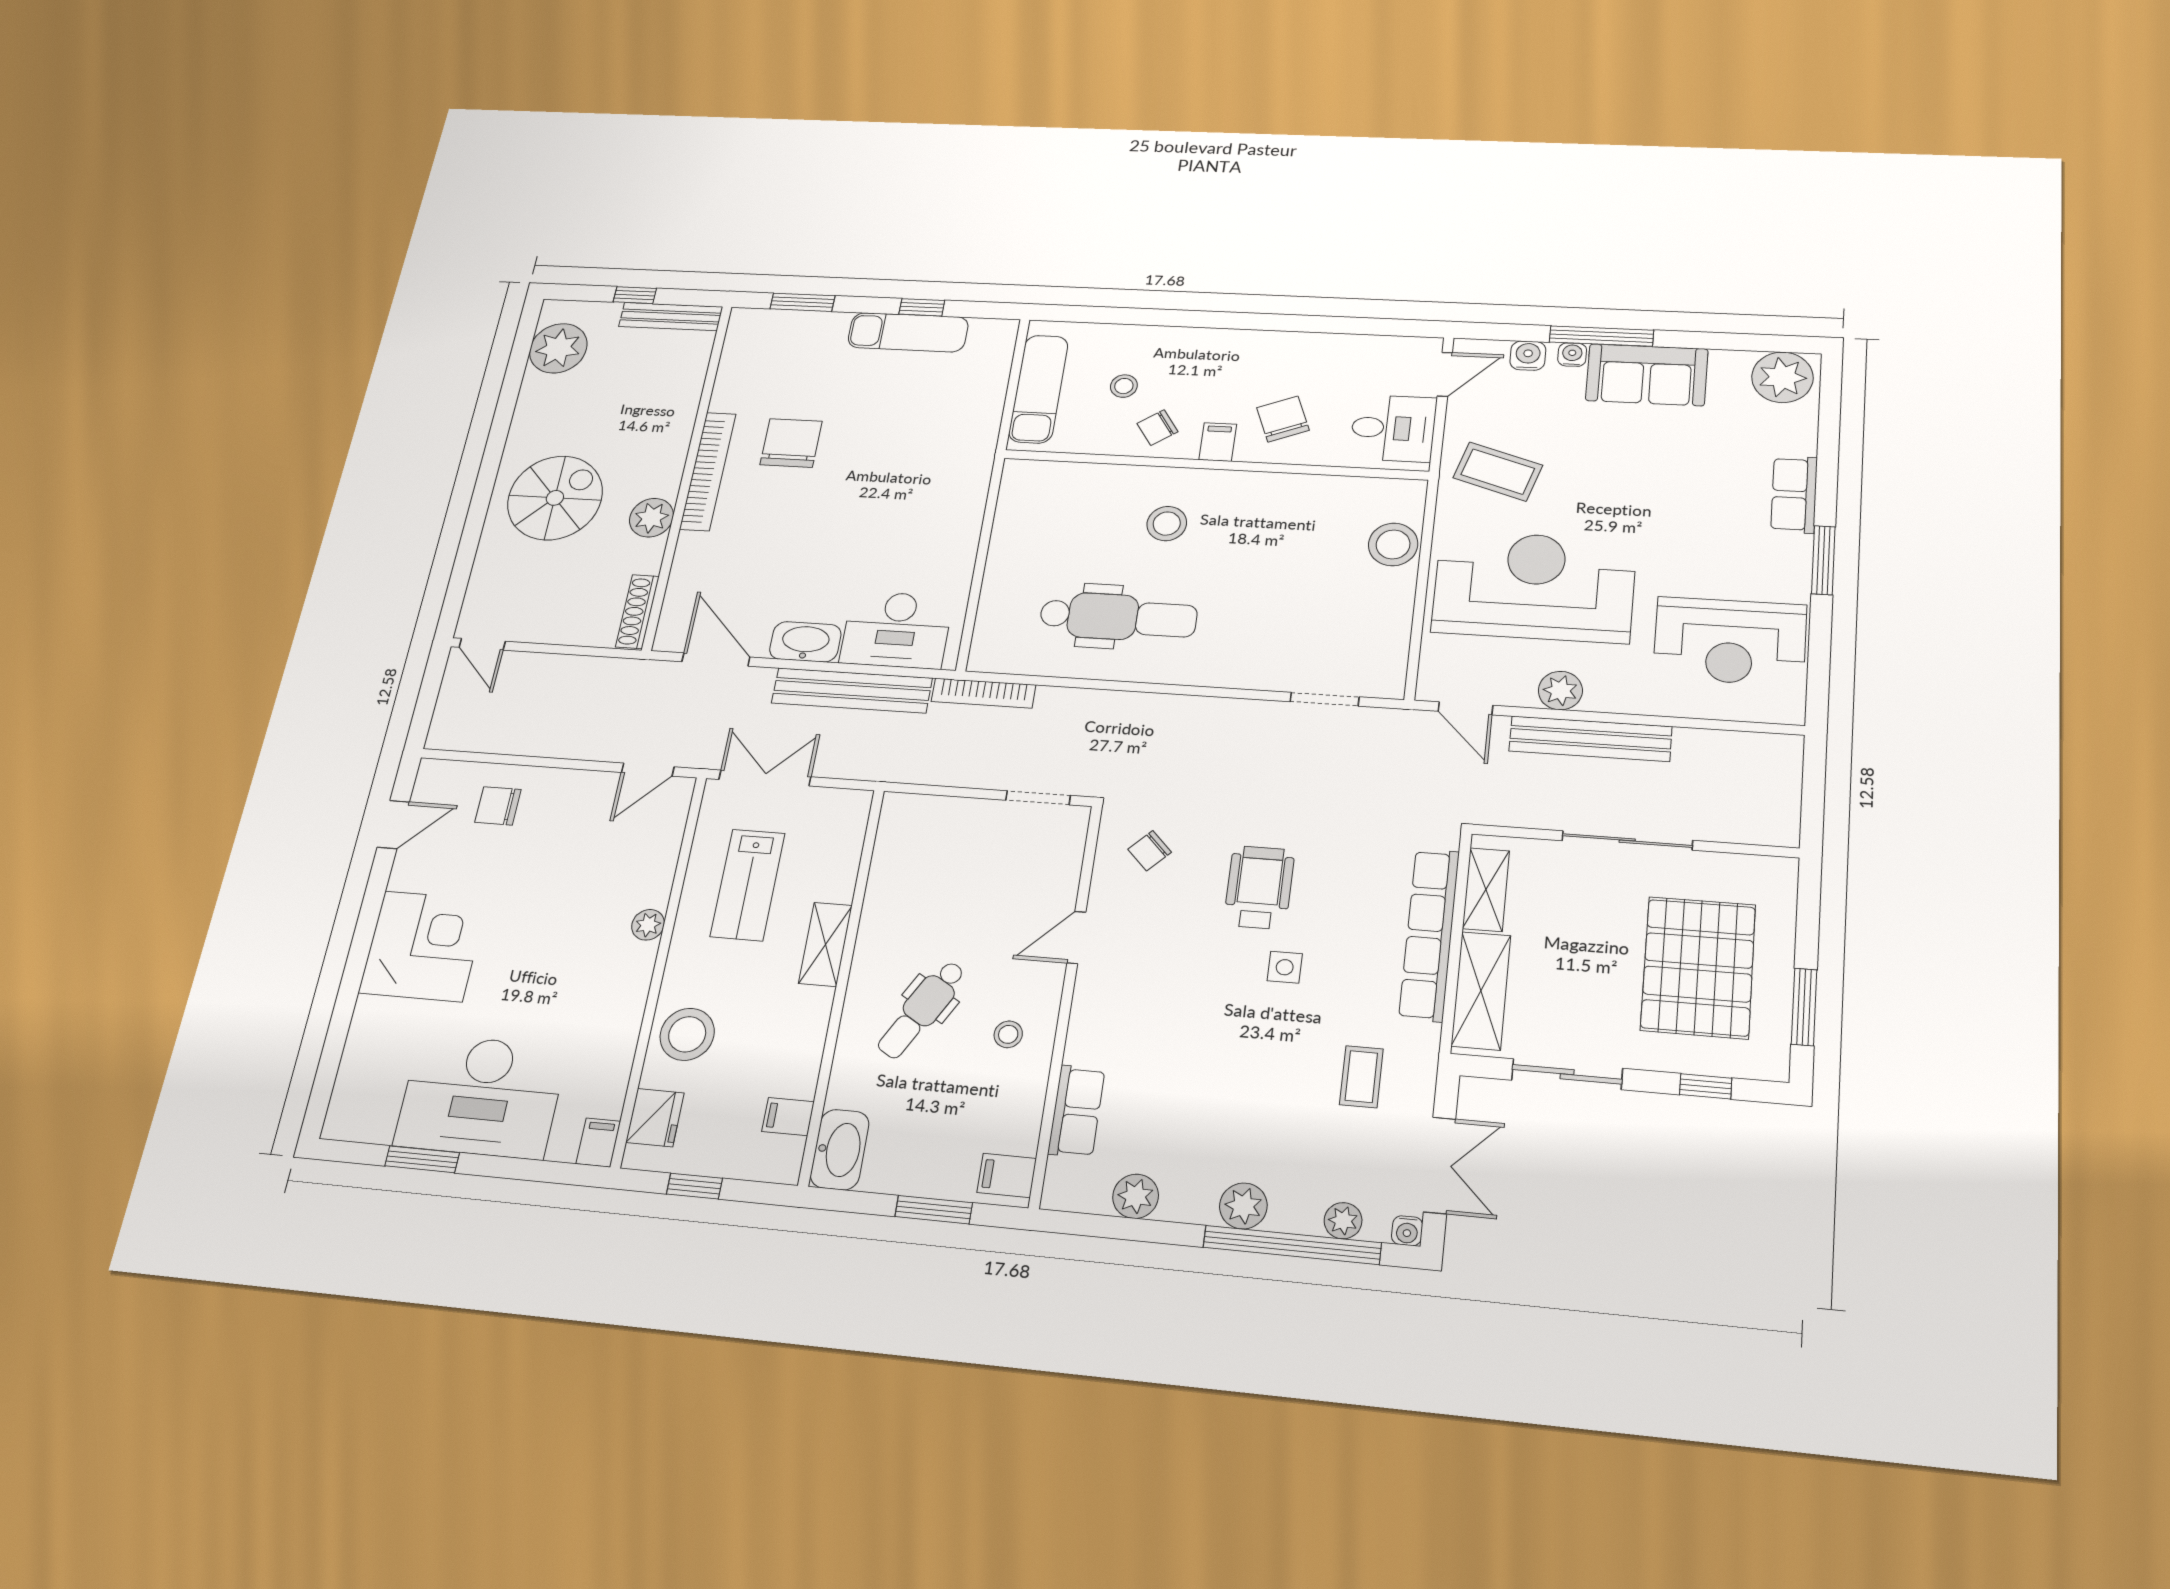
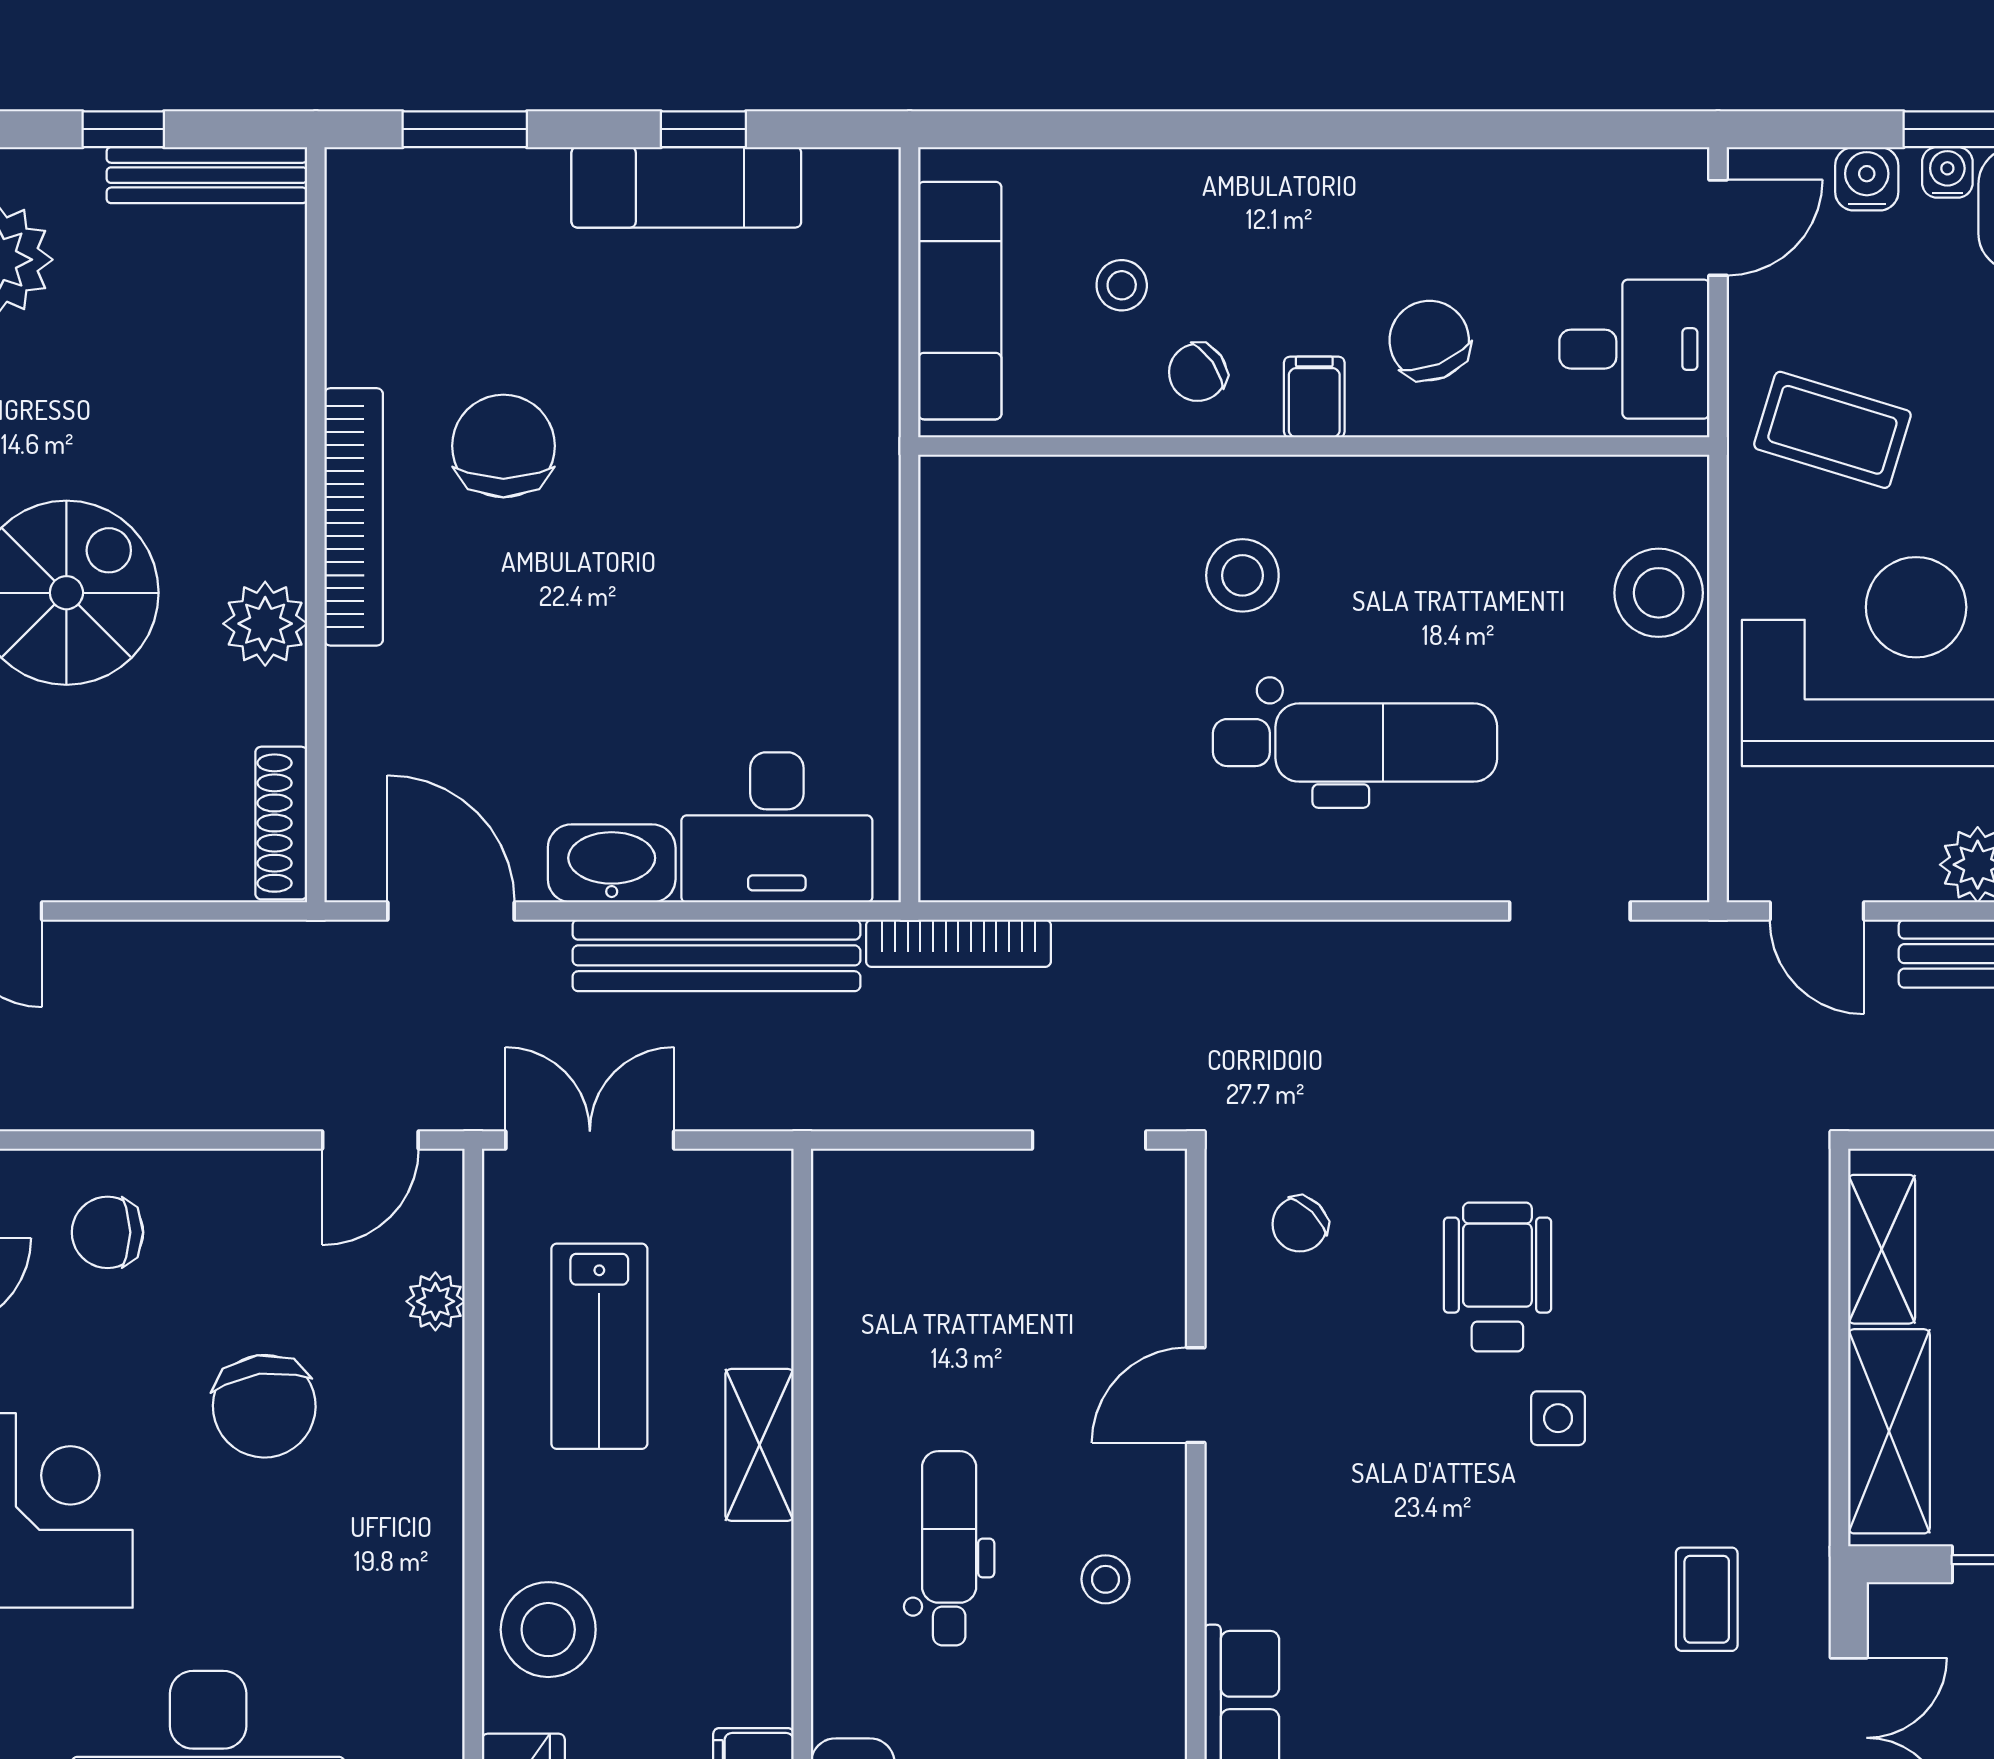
dental chair: (1118, 617) -> (1355, 743), moved
chair: (559, 902) -> (264, 1406), added
plant: (648, 925) -> (435, 1301), moved
row of seats: (1429, 934) -> (1794, 1338), removed
dental chair: (922, 1009) -> (949, 1548), turned 150

